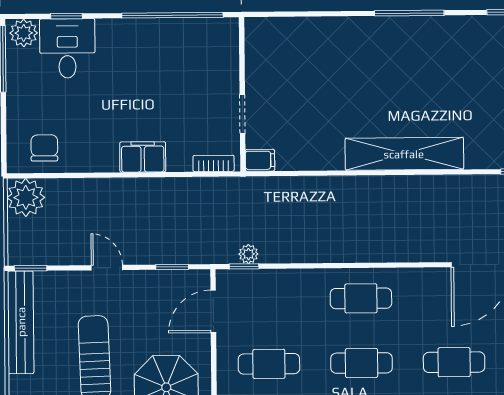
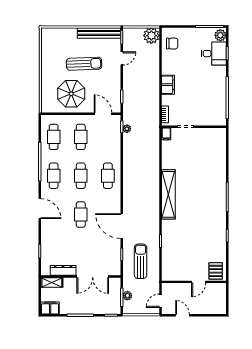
door: (107, 268) -> (122, 58), moved

